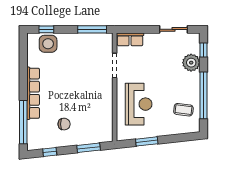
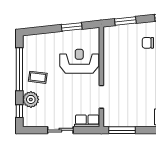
sliding door: (174, 29) -> (60, 130), moved
reception desk: (139, 104) -> (79, 61), turned 90
coffee table: (183, 110) -> (38, 77), moved

